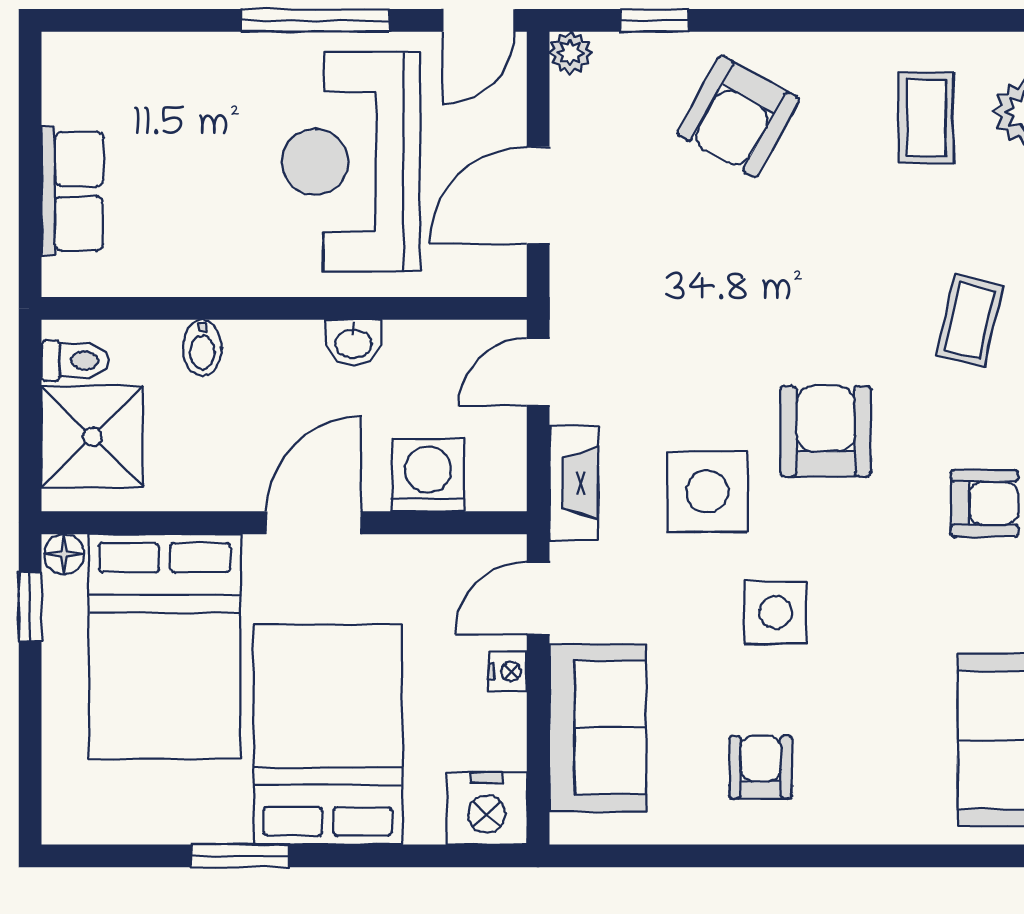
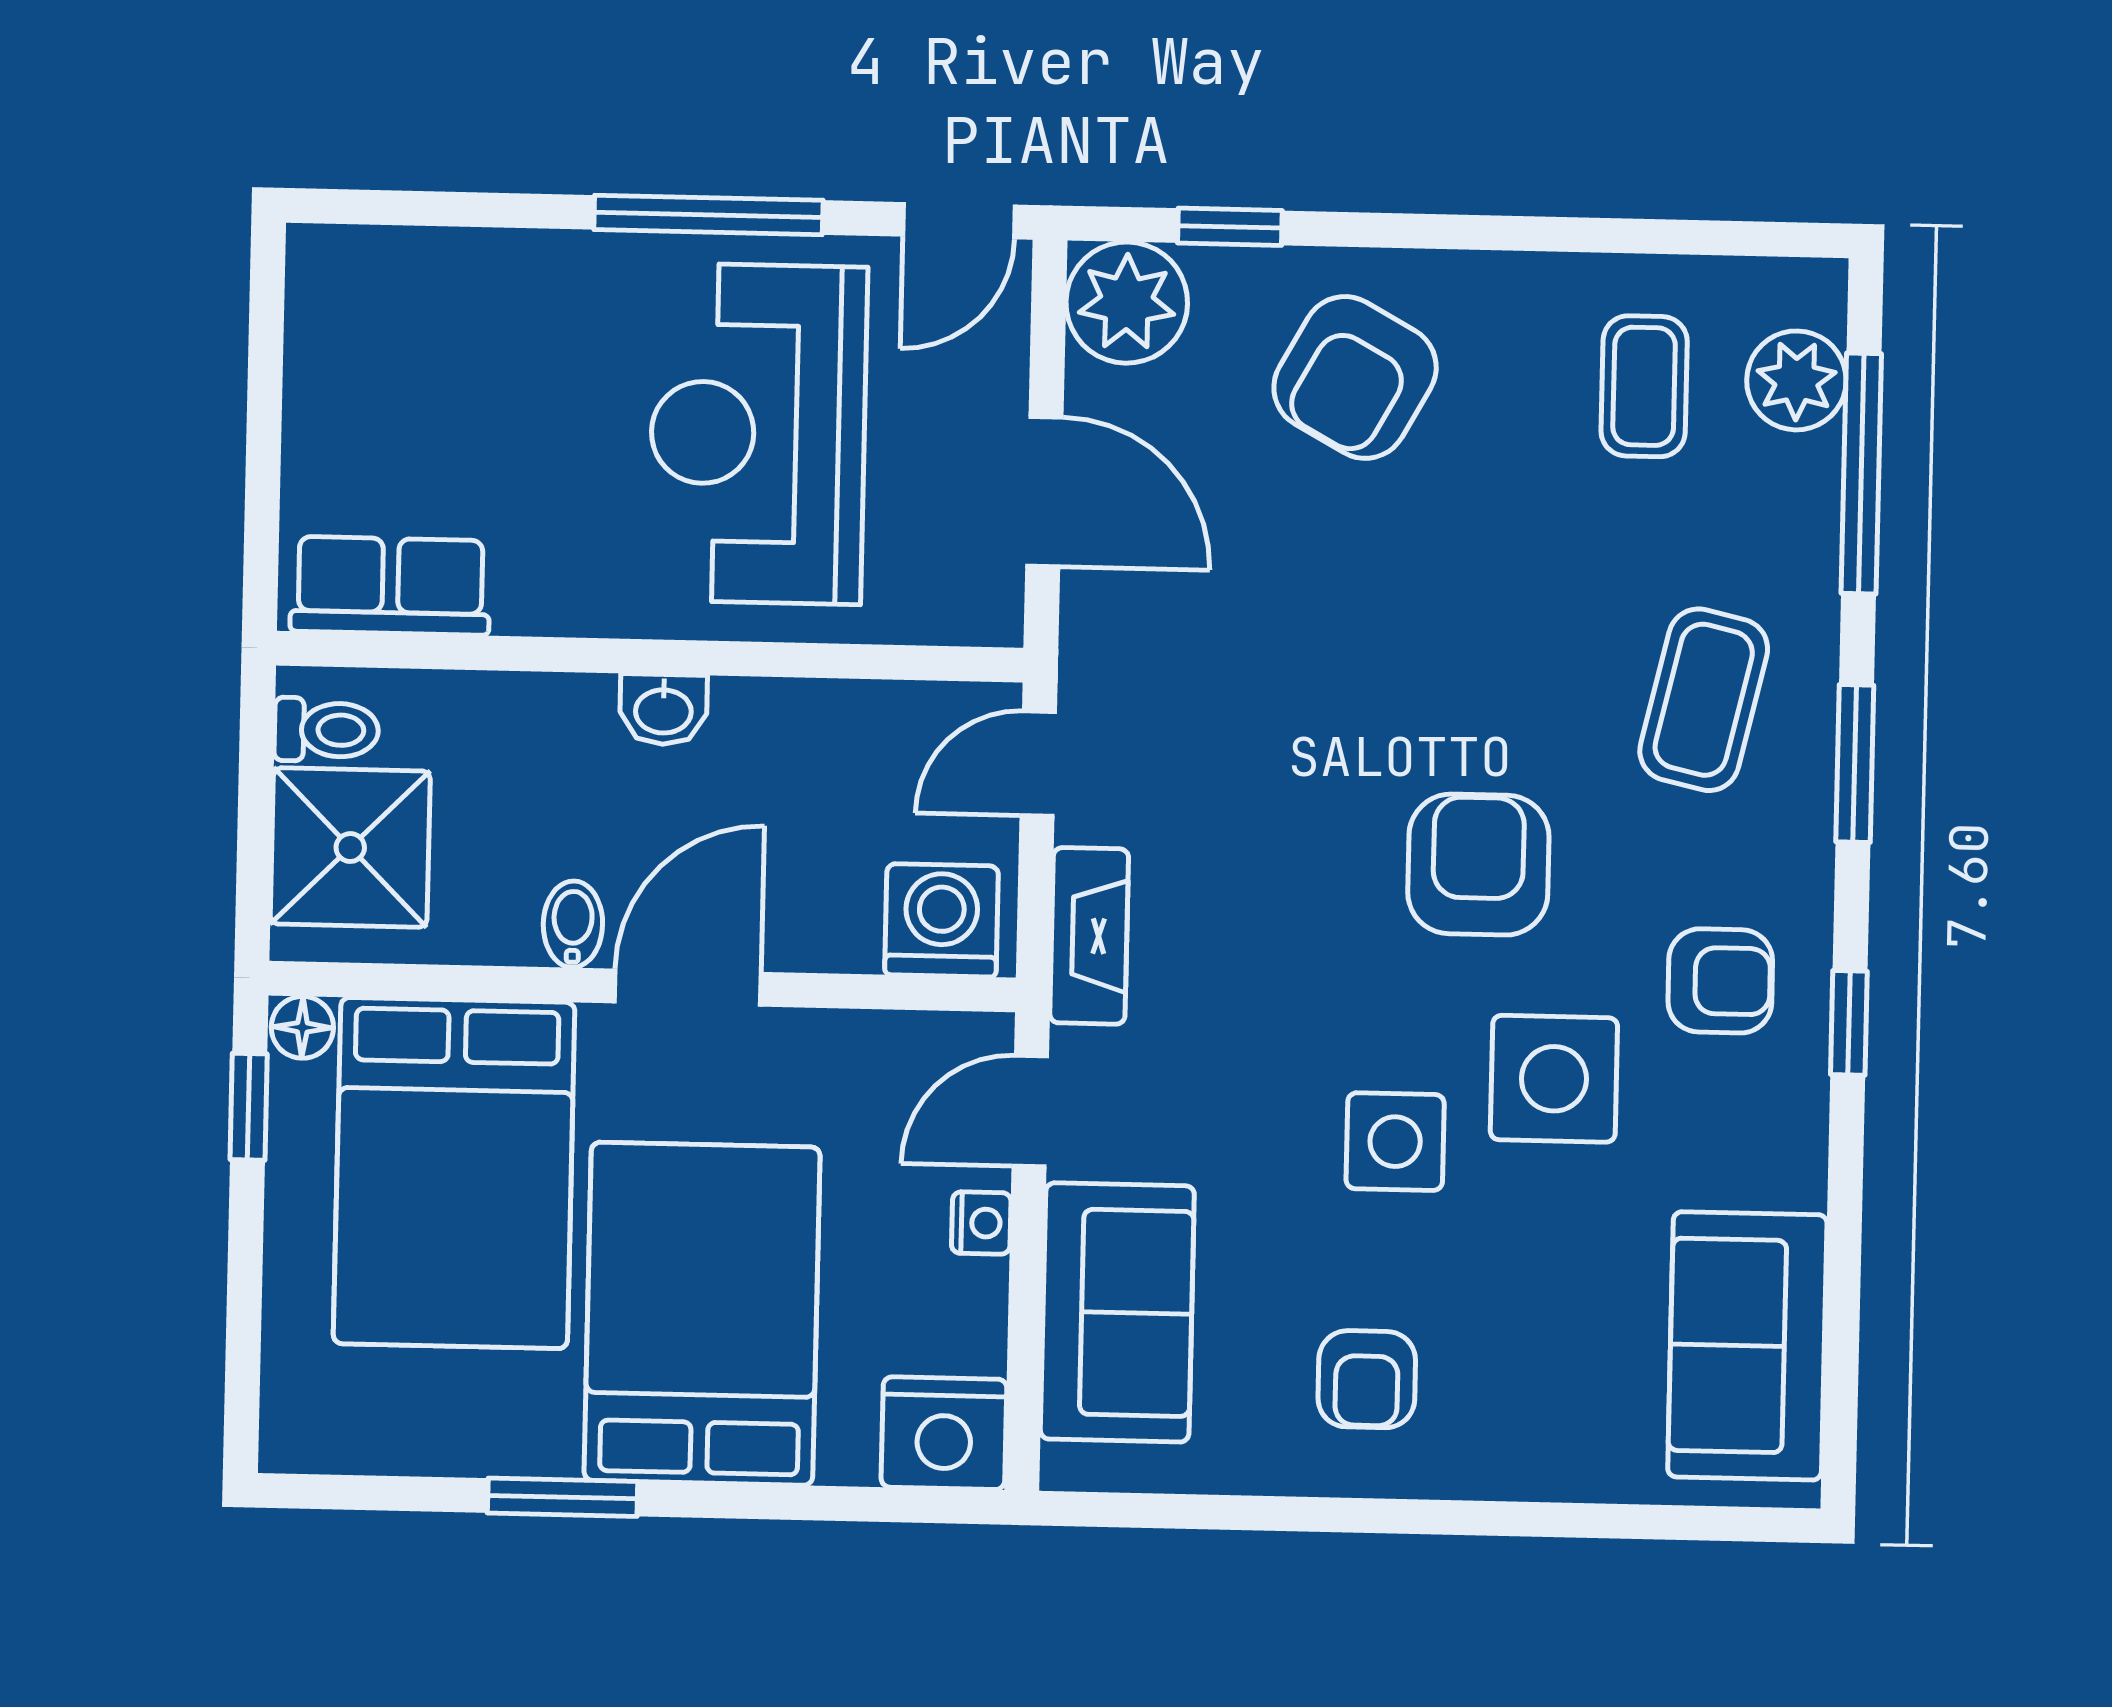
plant: (570, 53) -> (1127, 303), width x1.88, depth x1.88
row of seats: (72, 191) -> (390, 586), moved, turned -90
door: (538, 195) -> (1044, 491), swing flipped
coffee table: (970, 321) -> (1704, 700), width x1.36, depth x1.30
washbasin: (354, 342) -> (663, 709), moved
bidet: (202, 348) -> (573, 924), moved, turned 180
washing machine: (428, 475) -> (942, 920), moved
side table: (708, 492) -> (1554, 1079), moved
armchair: (761, 767) -> (1367, 1379), turned 180

